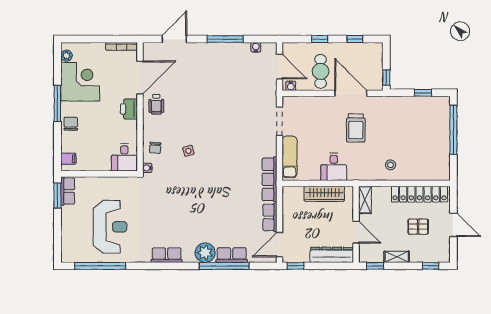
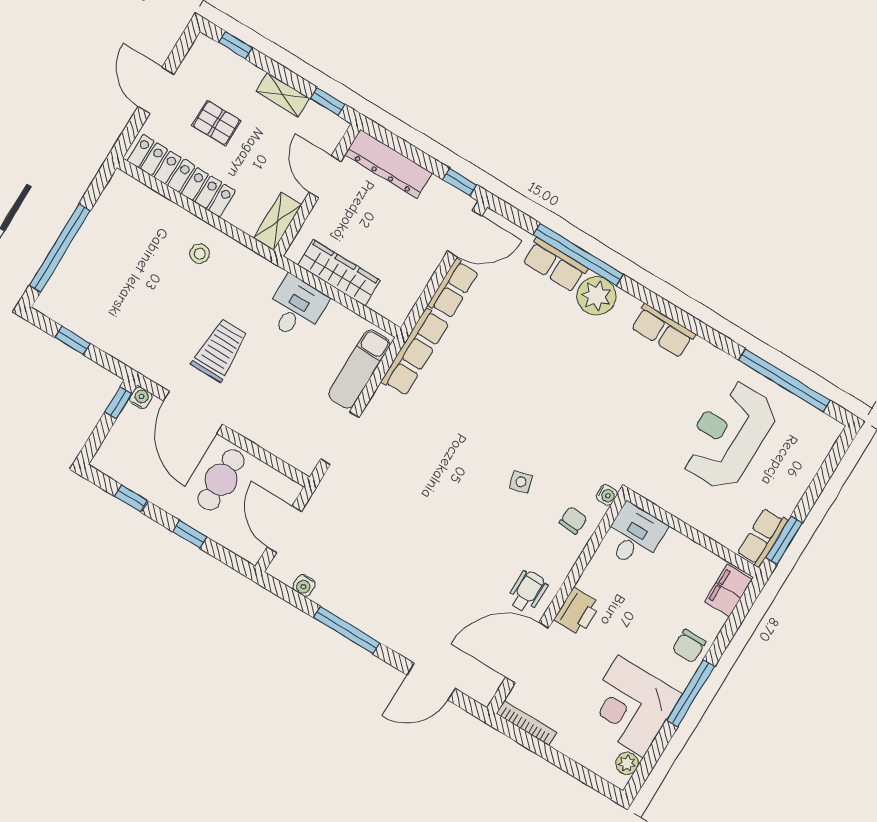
water cooler: (291, 86) -> (141, 398), moved
filing cabinet: (68, 159) -> (728, 590), width x2.00

